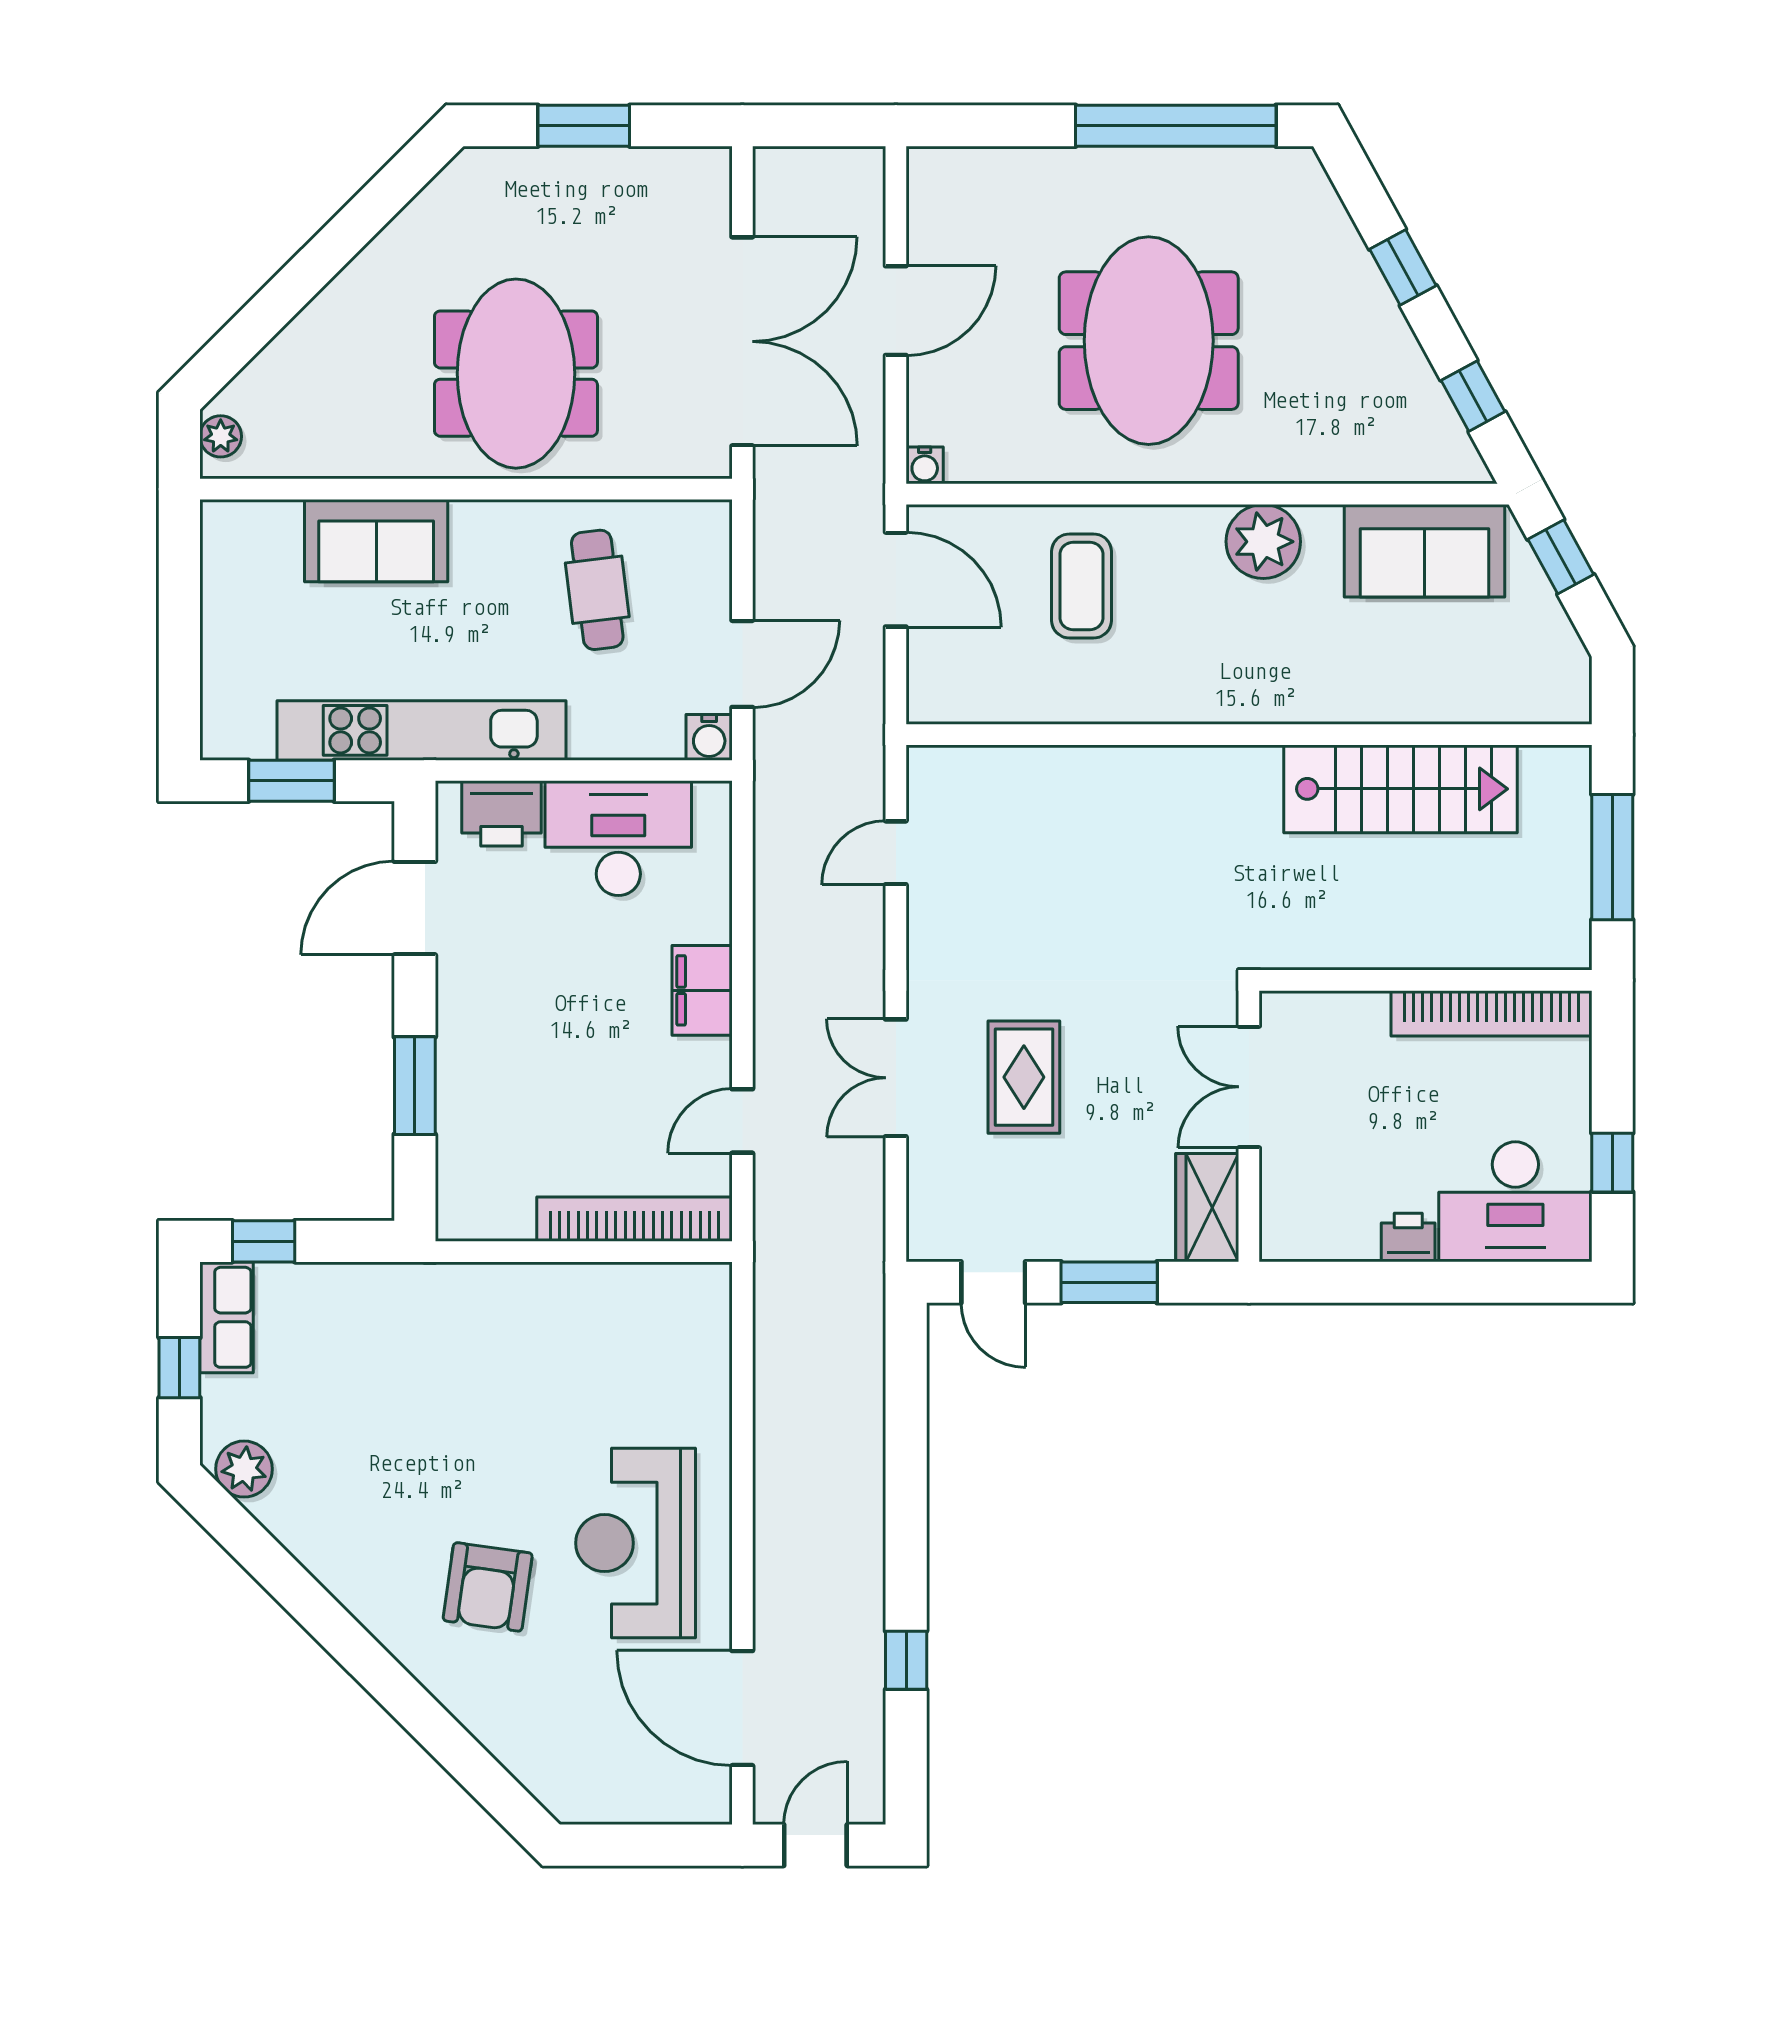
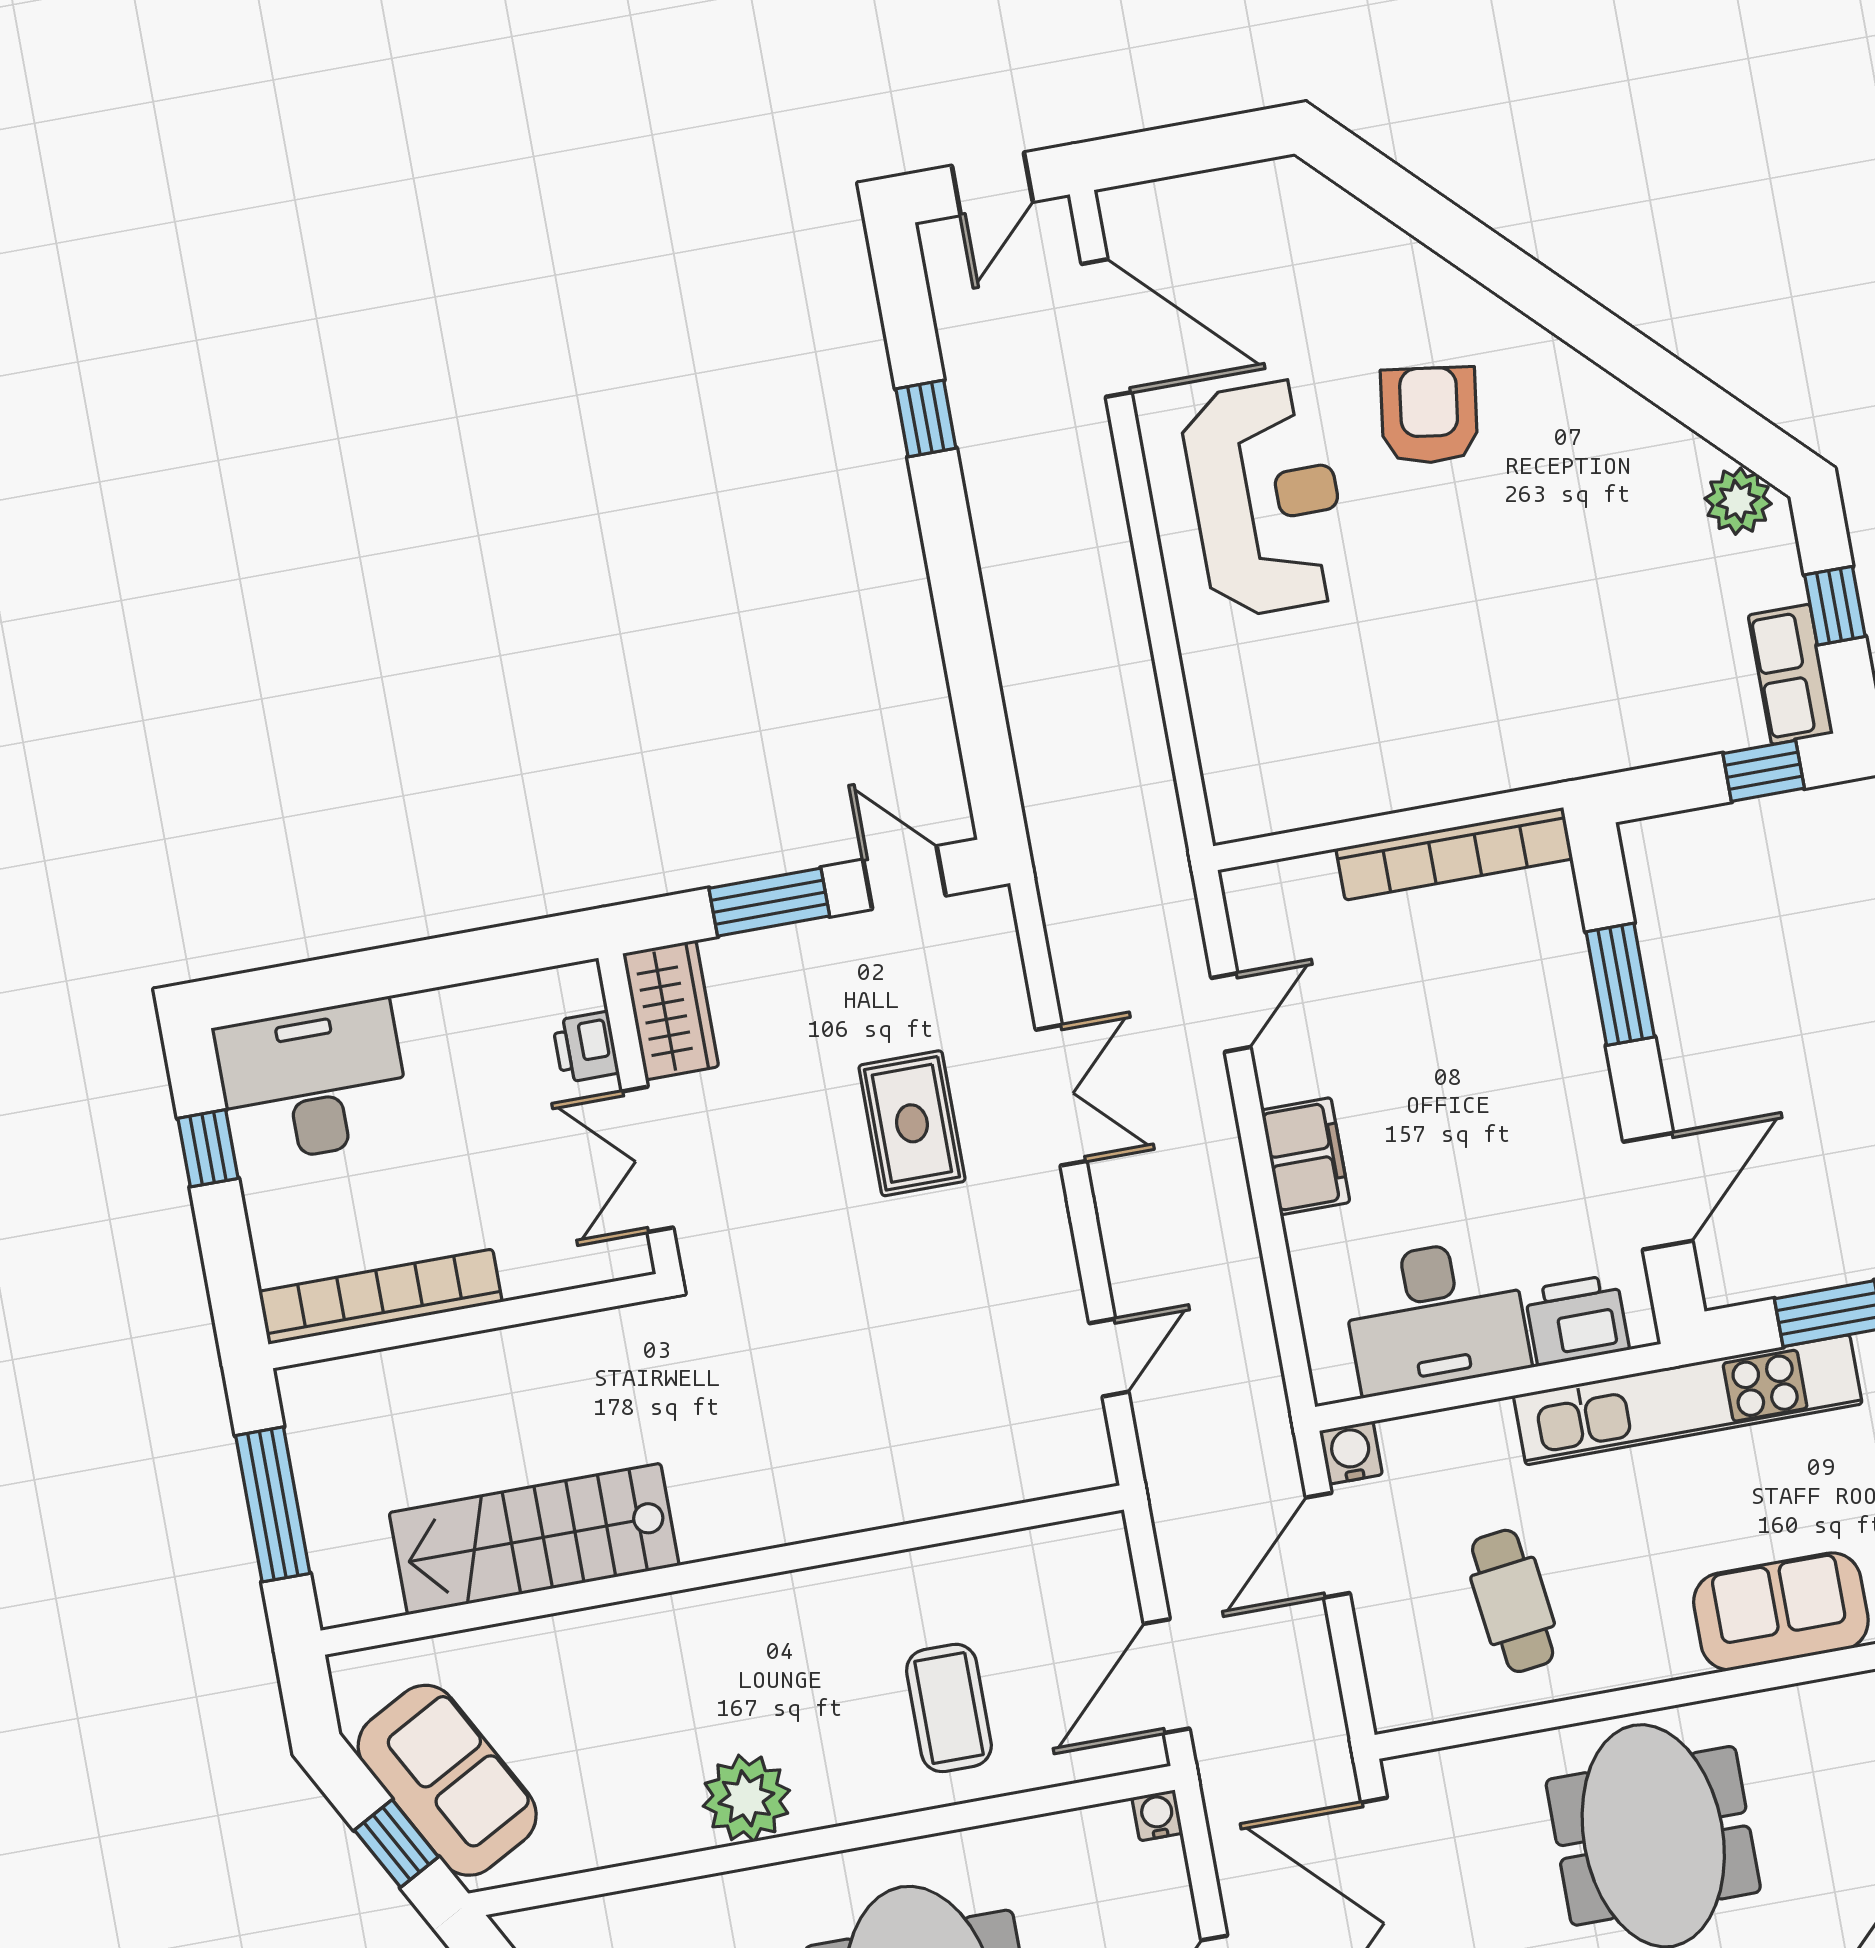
sofa: (1425, 551) -> (447, 1780), moved, turned 61
door: (896, 580) -> (1167, 1676), hinge flipped
double door: (1249, 1087) -> (648, 1159), swing flipped
bookcase: (634, 1219) -> (1454, 854), moved
printer: (1408, 1237) -> (586, 1047), moved, turned 90

